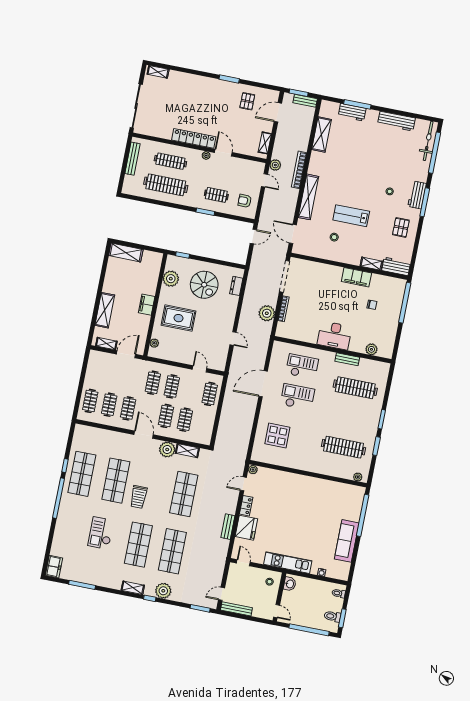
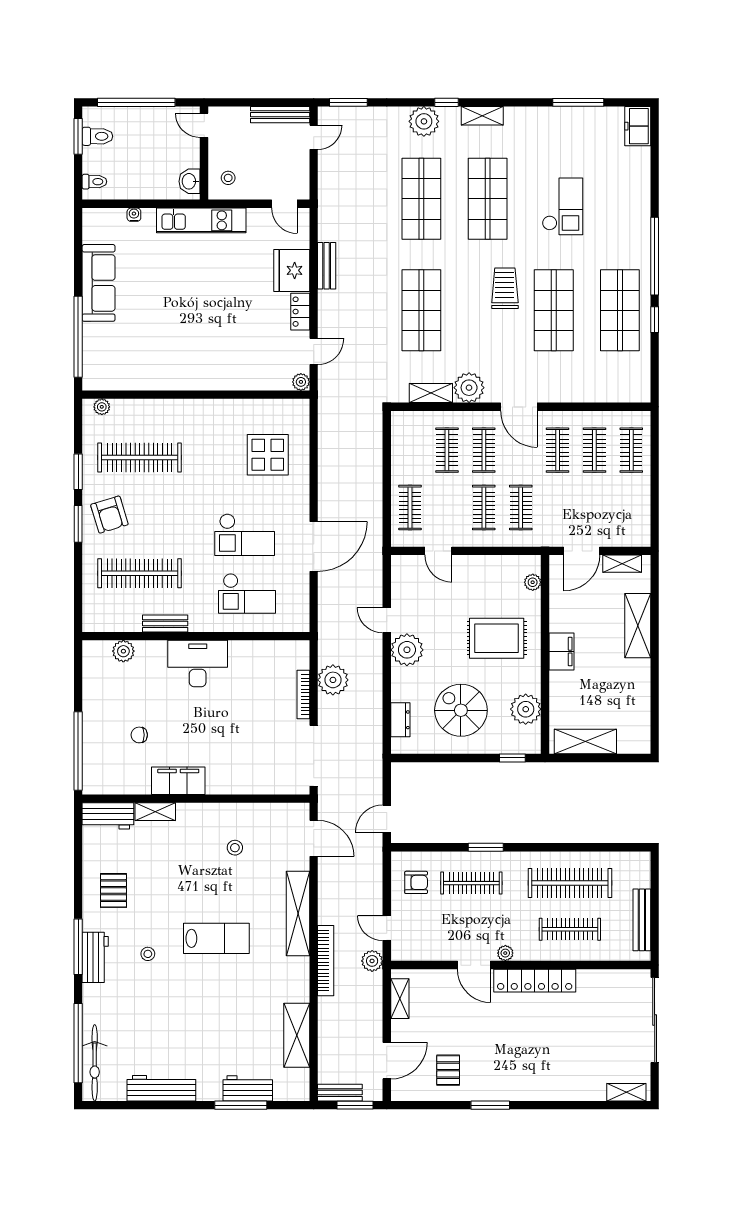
clothes rail: (216, 195) -> (471, 883), width x1.36
lab bench: (351, 216) -> (216, 938), moved
shelving: (126, 253) -> (585, 742), moved
plant: (226, 321) -> (407, 650), added
armchair: (365, 421) -> (109, 515), added

